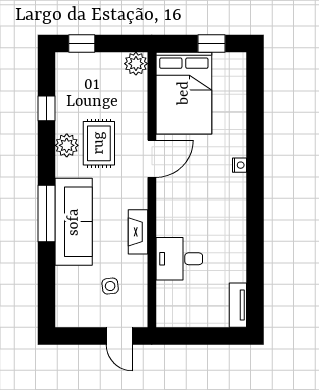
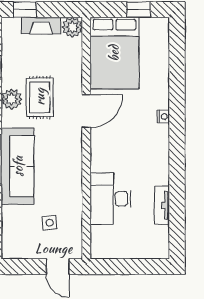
fireplace: (138, 232) -> (41, 26), moved, turned -90
desk: (179, 259) -> (110, 199), width x1.37
tv unit: (238, 305) -> (162, 205), moved

